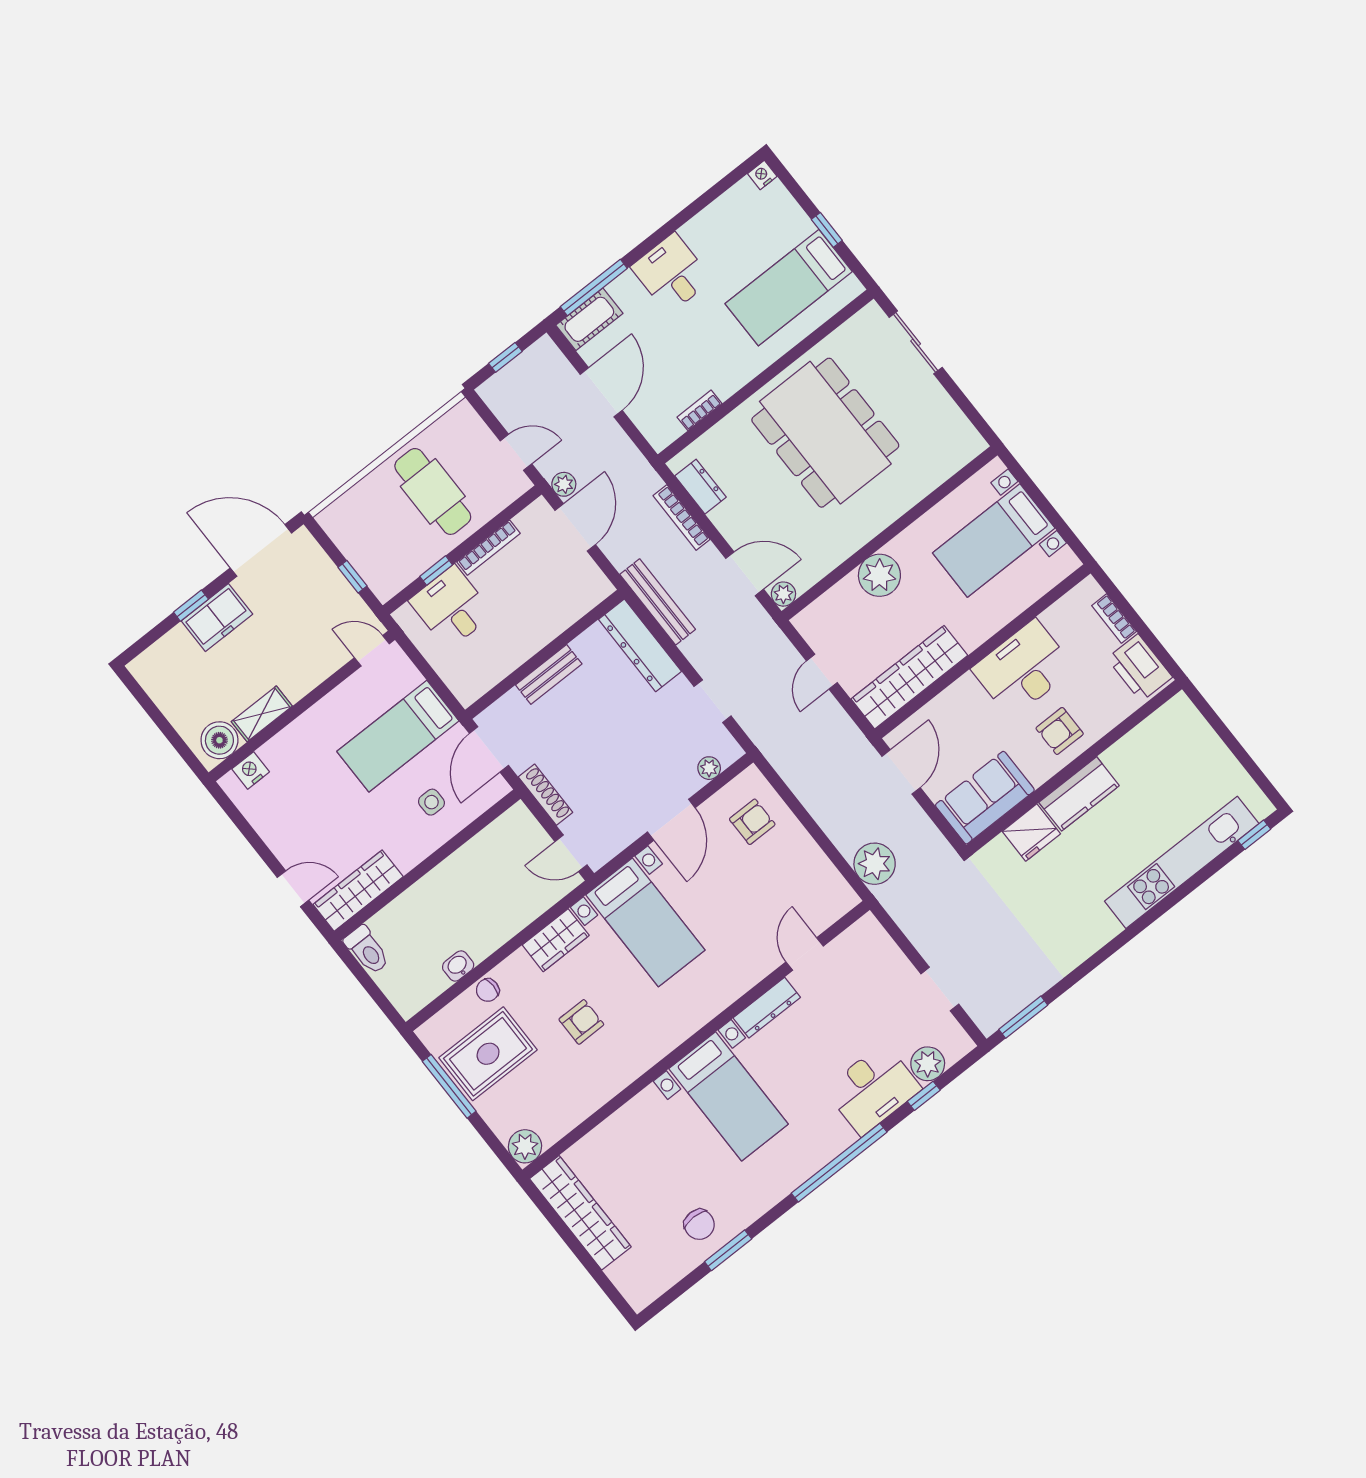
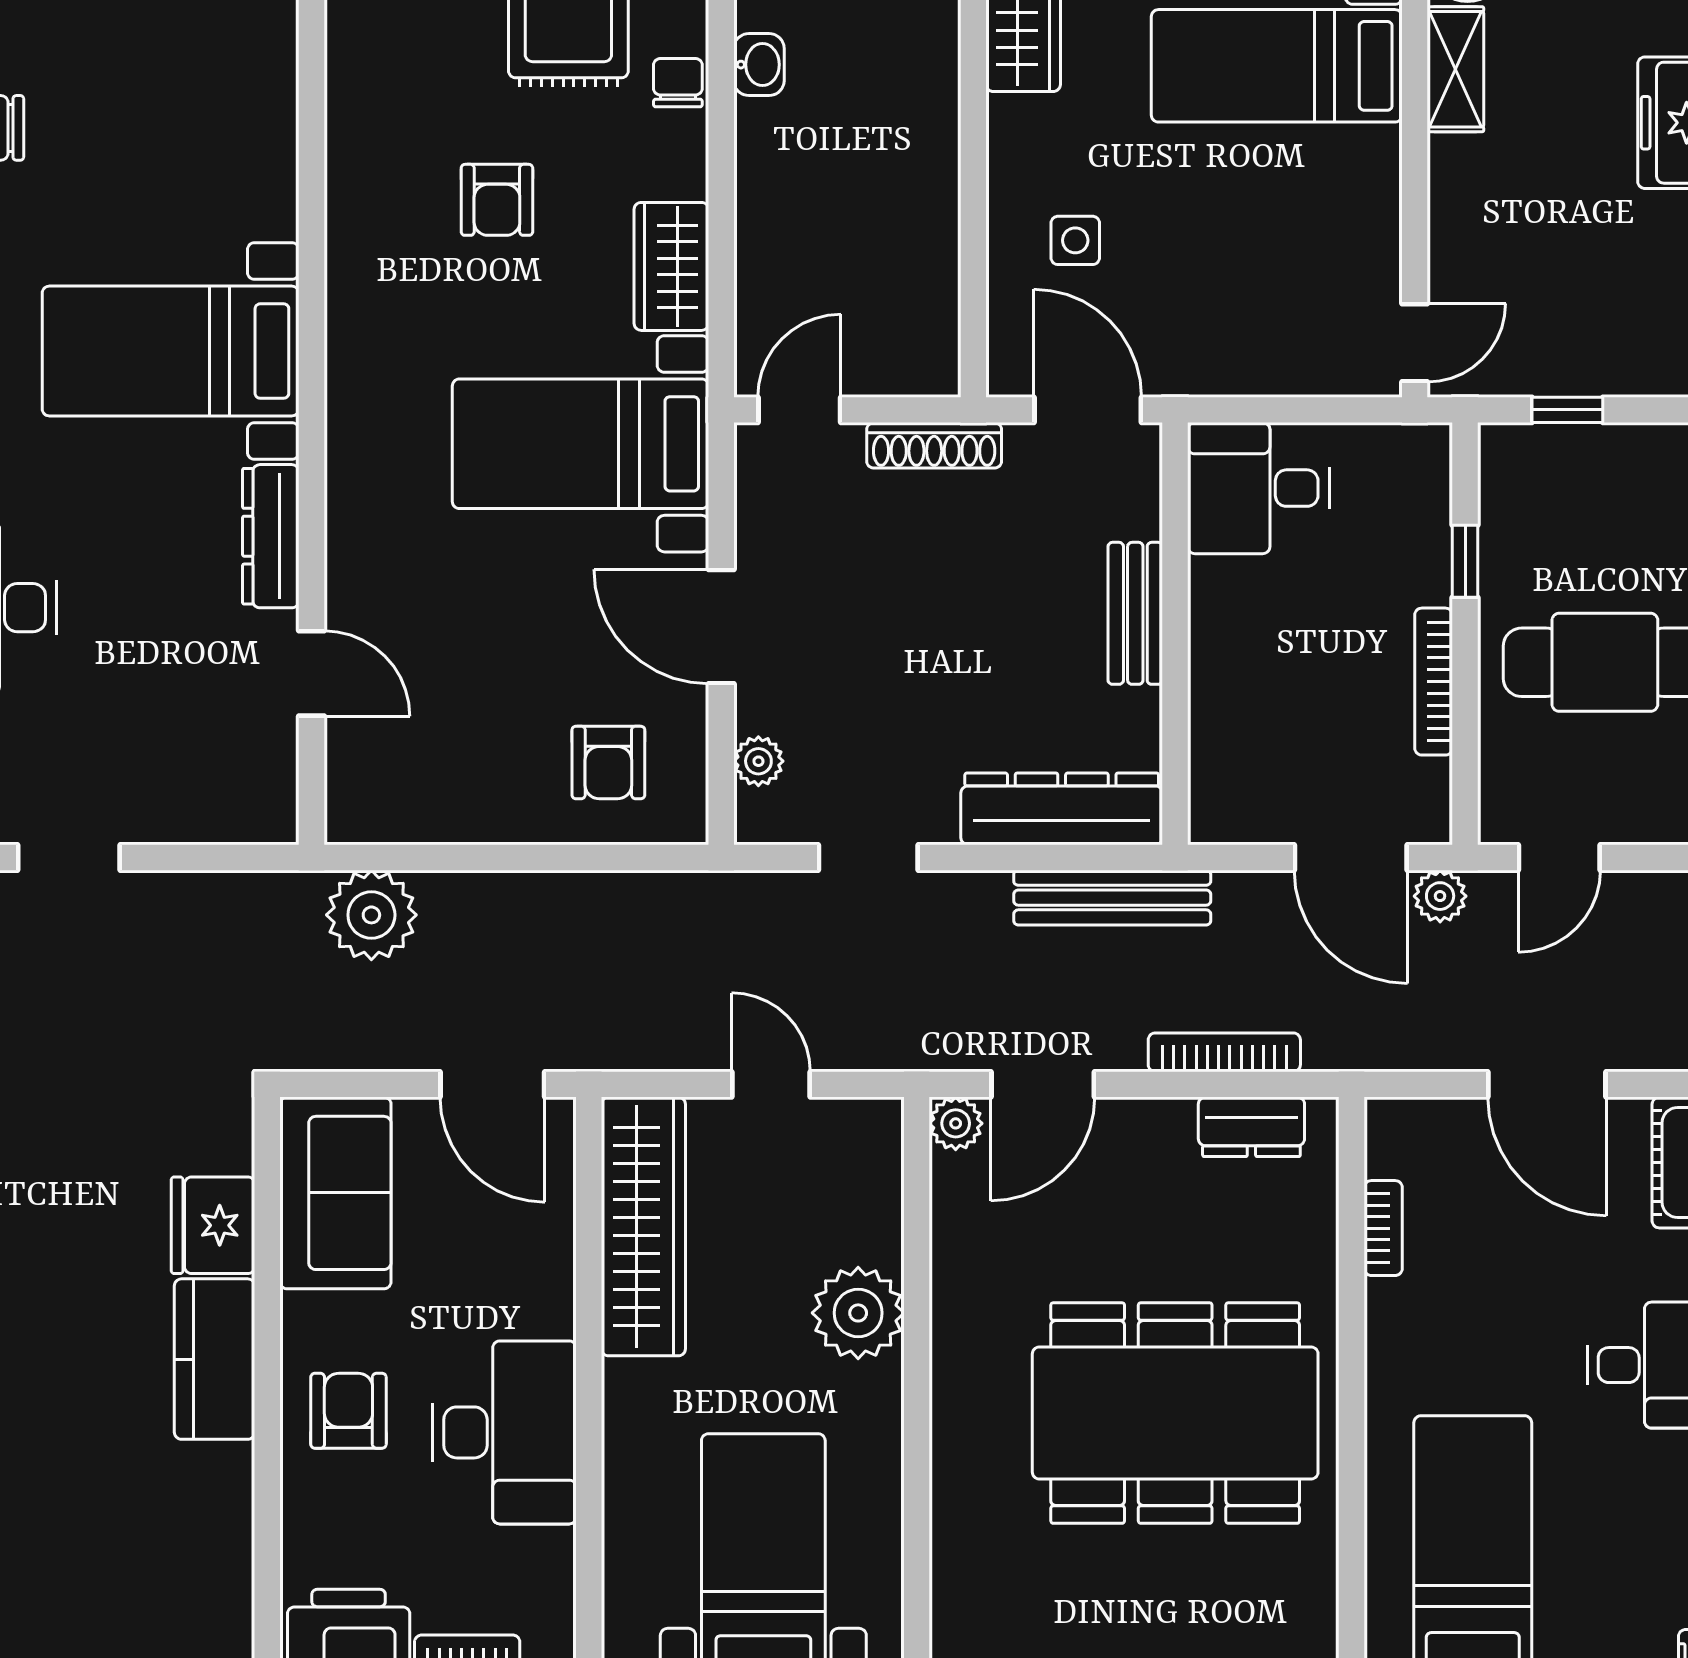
desk: (451, 607) -> (1258, 488), moved, turned 180
bed: (398, 736) -> (1277, 66), moved, turned -90

